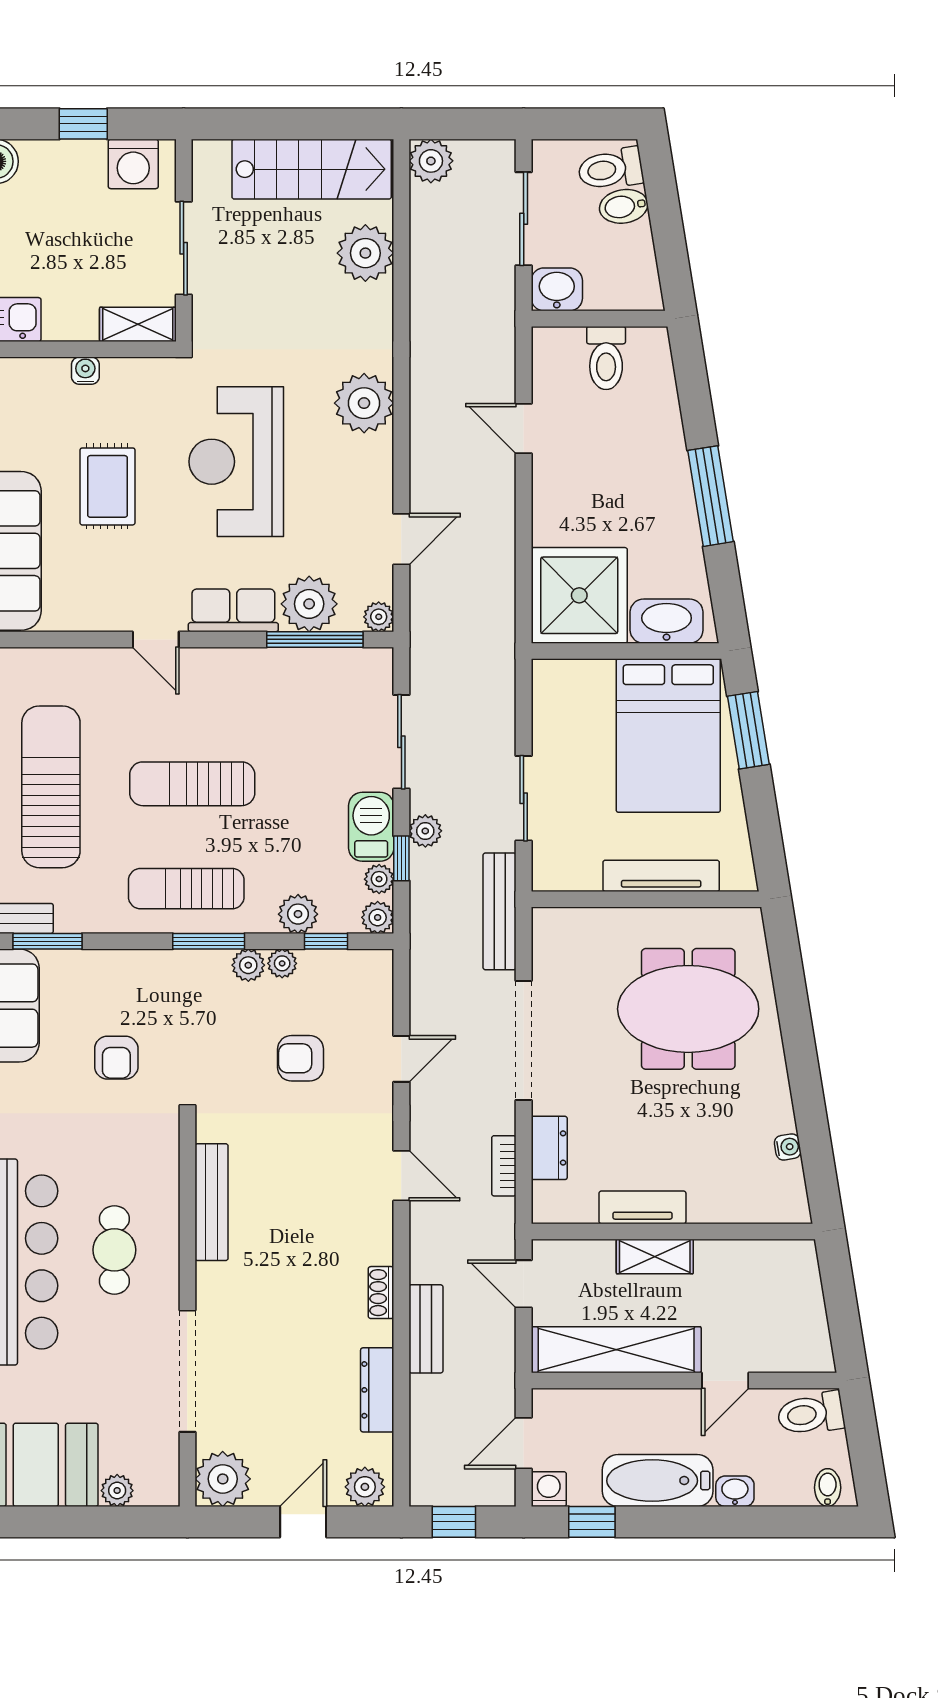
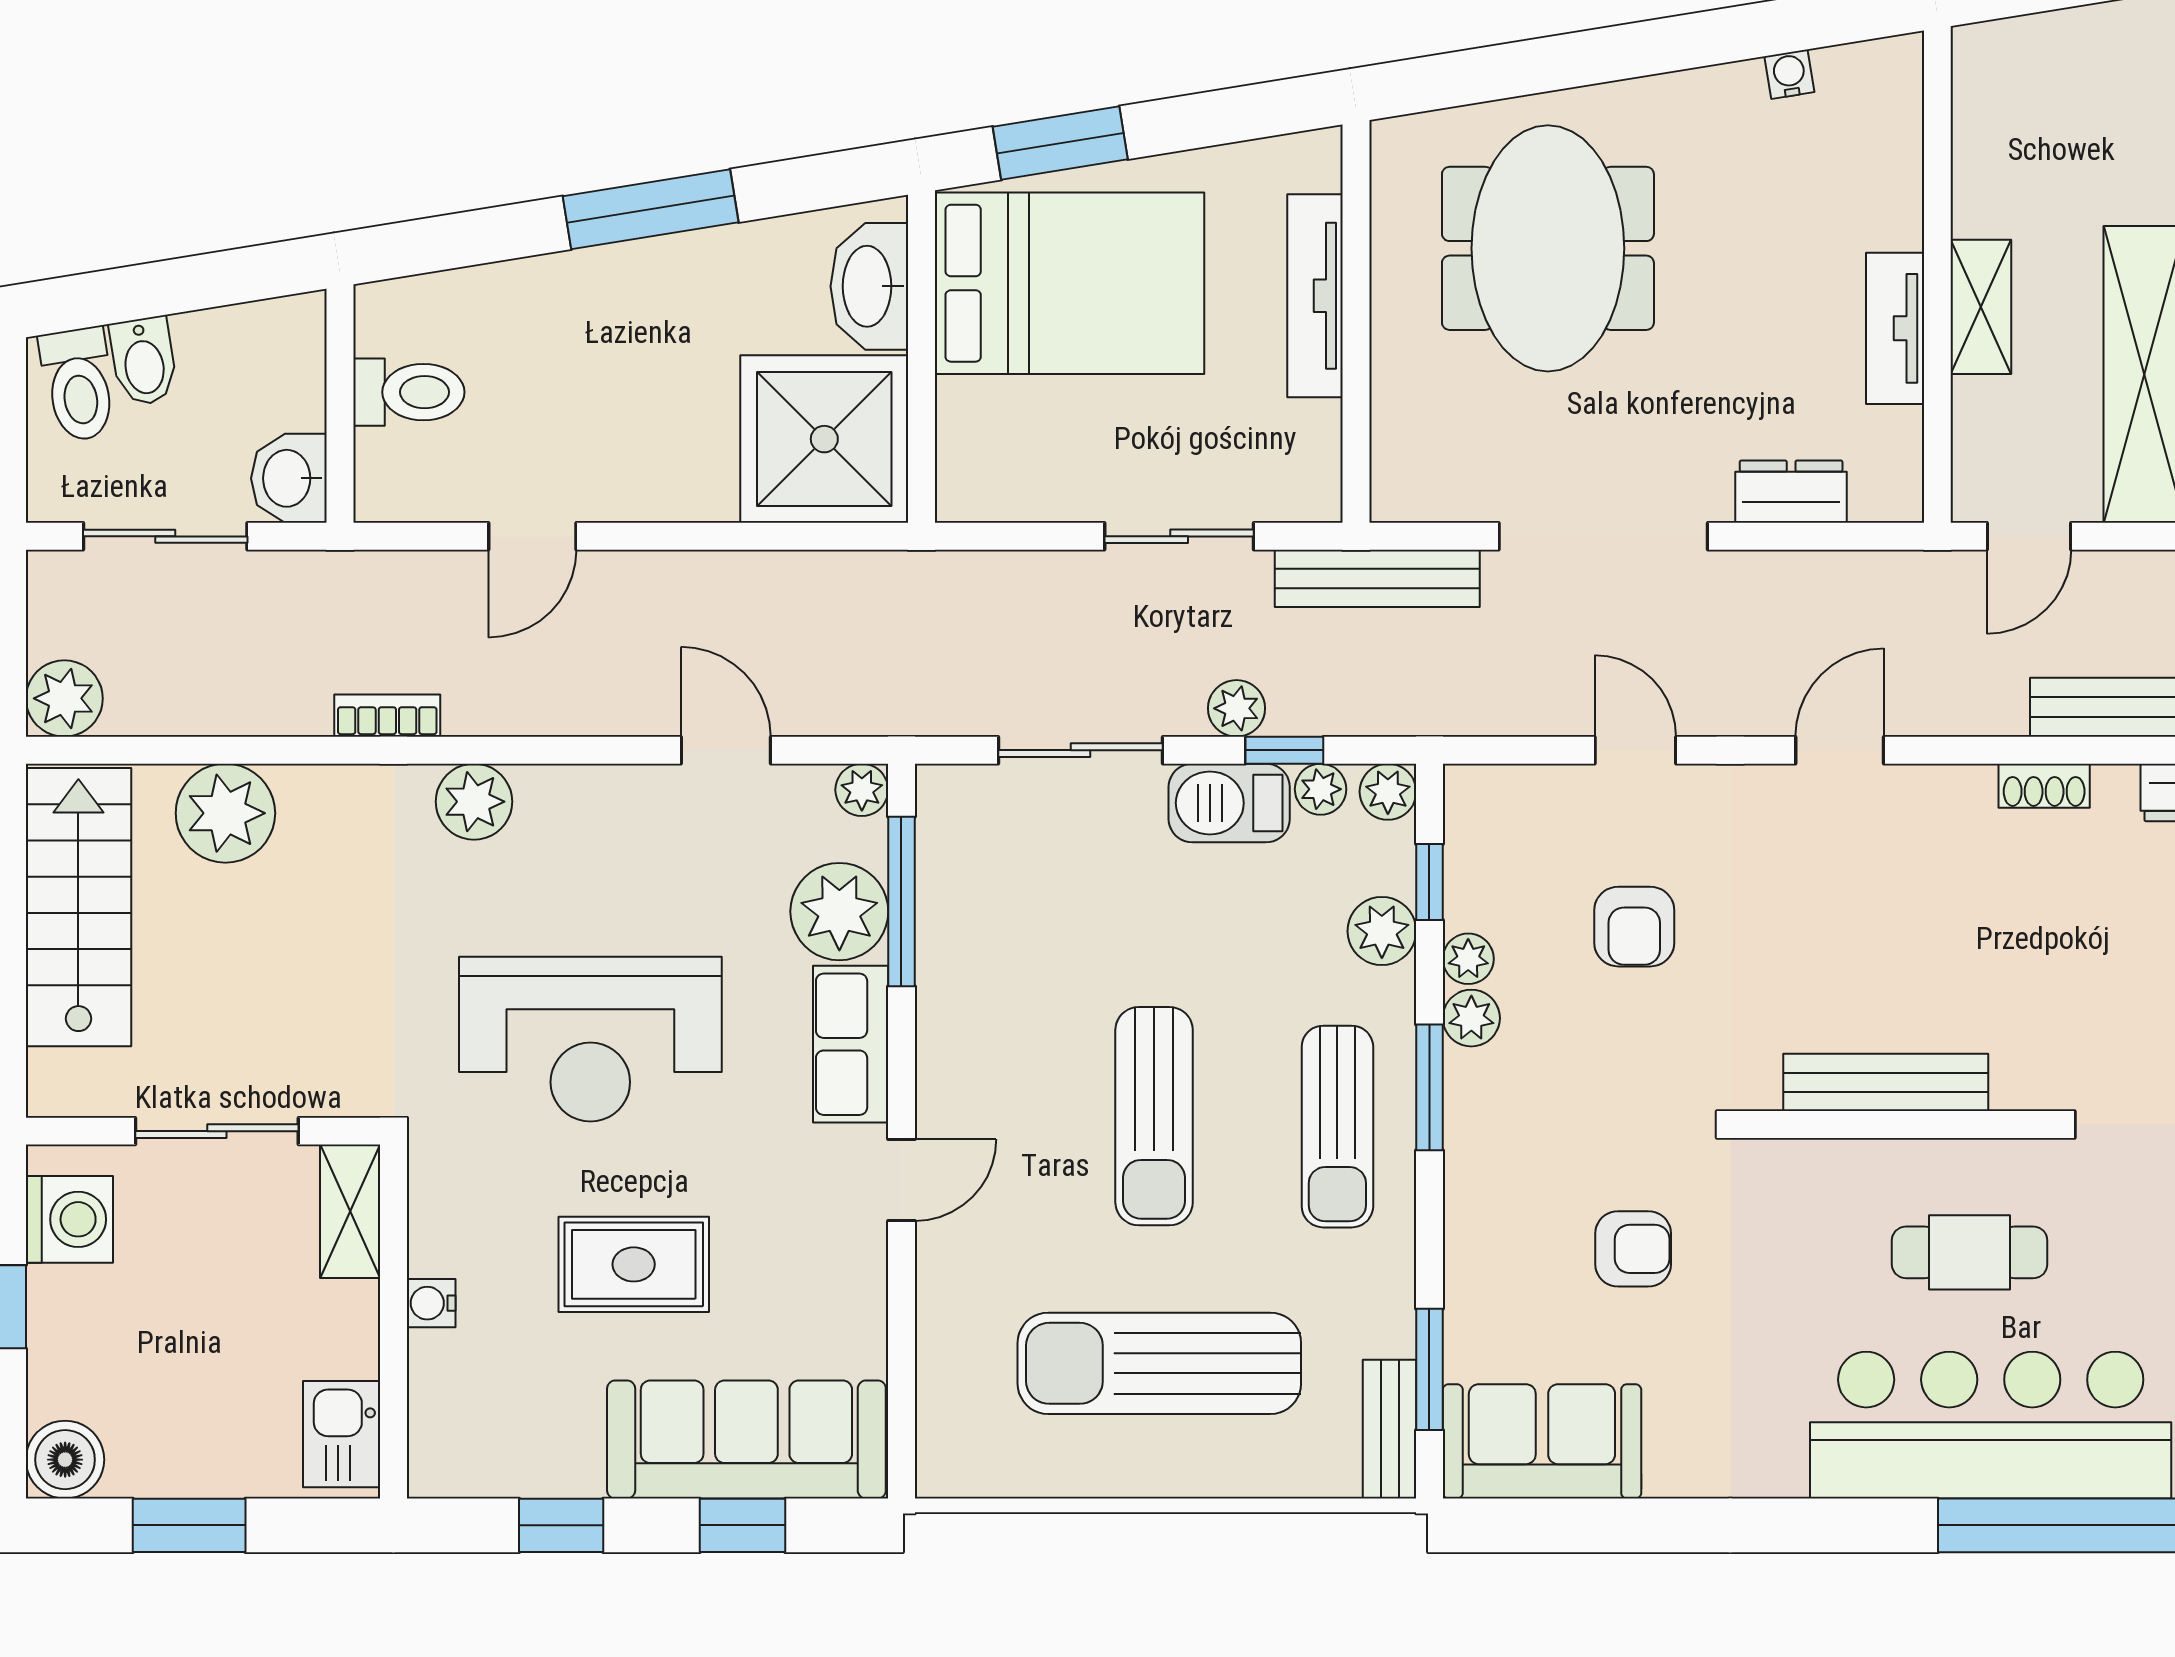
plant: (364, 403) -> (474, 802), width x0.73, depth x0.73
bookcase: (504, 1166) -> (387, 716), moved, turned 180

